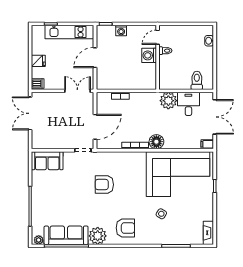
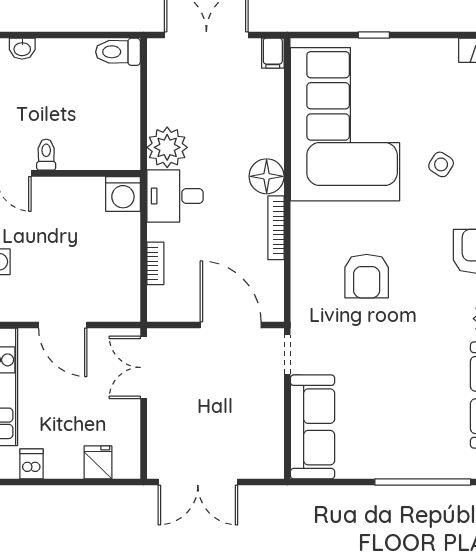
washing machine: (149, 55) -> (123, 194), moved
fridge: (38, 61) -> (98, 462), moved
toilet: (197, 80) -> (118, 52), moved
dishwasher: (38, 83) -> (31, 464), moved
desk: (188, 104) -> (175, 196), moved
sofa: (47, 161) -> (313, 427), width x1.36
armchair: (104, 185) -> (367, 276), moved

